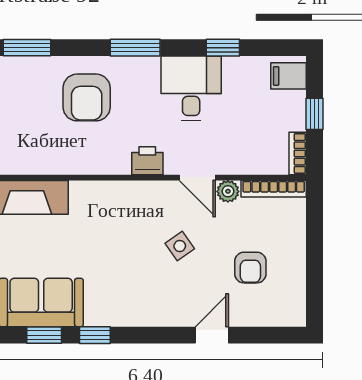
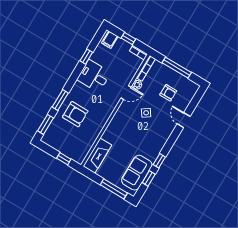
window: (135, 48) -> (60, 100), moved
printer: (147, 161) -> (110, 106), removed
window: (315, 253) -> (177, 68), added

